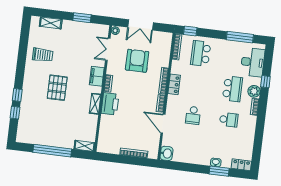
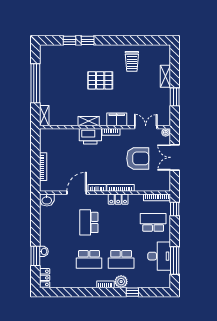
shelving: (51, 23) -> (165, 76), moved
desk: (253, 62) -> (159, 256), moved, turned -90
school desk: (193, 115) -> (89, 222), width x1.85
school desk: (229, 120) -> (89, 259), width x1.85

